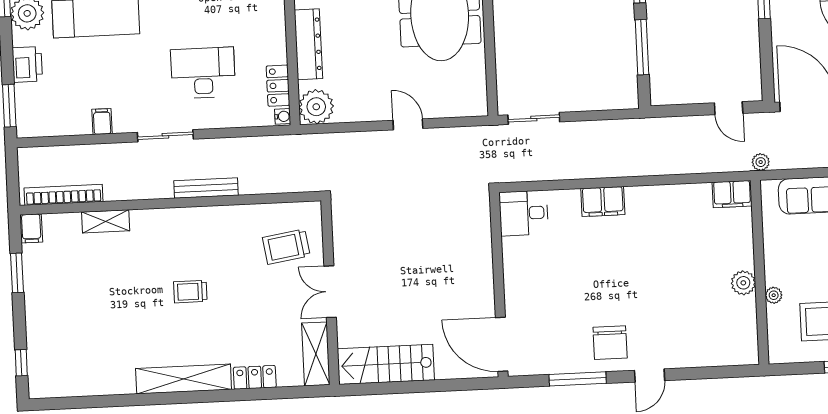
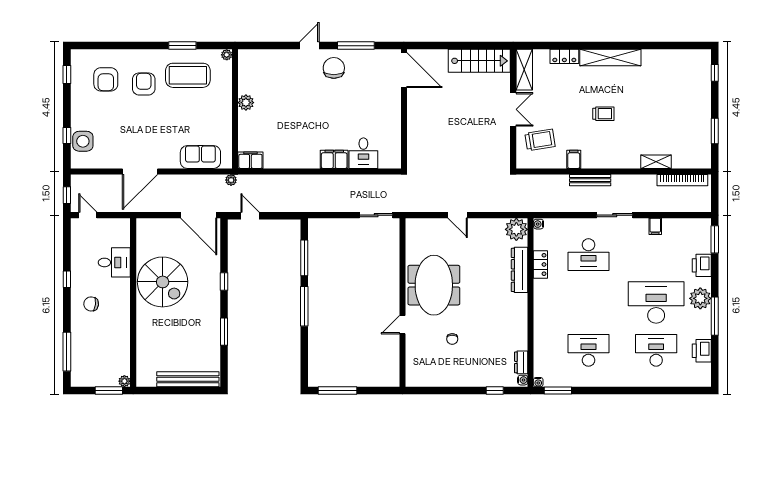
locker: (278, 86) -> (540, 264), moved
desk: (524, 213) -> (363, 153), moved, turned 90
filing cabinet: (31, 228) -> (574, 159), moved
plant: (774, 295) -> (227, 55), moved

